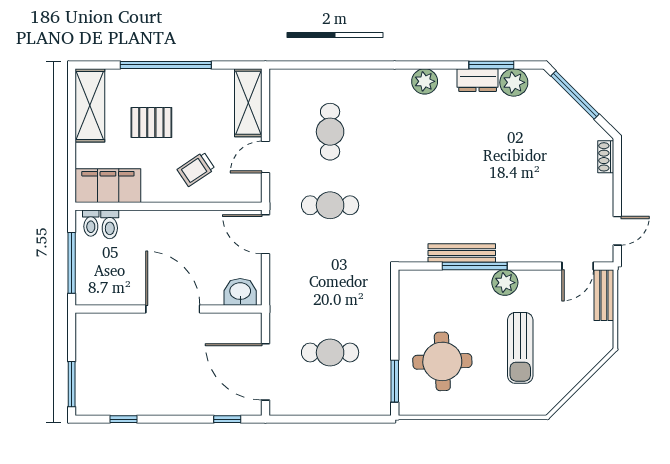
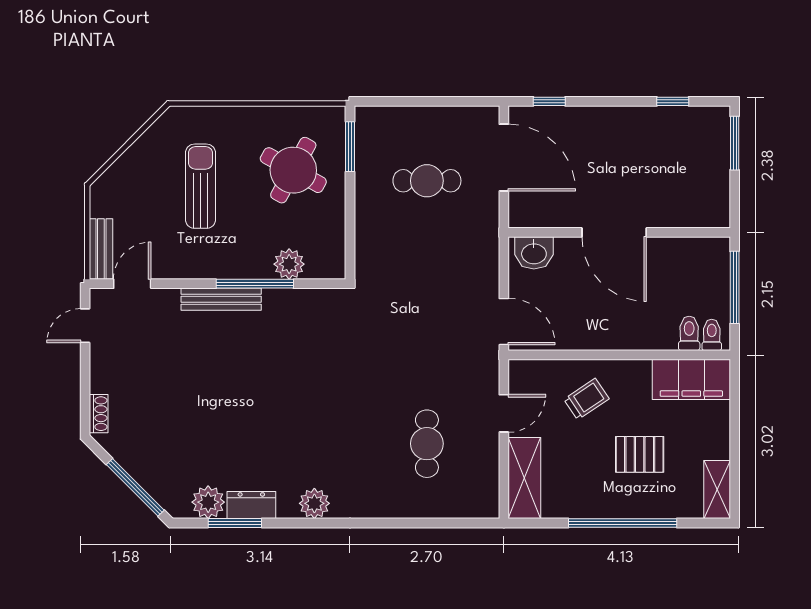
shelving: (90, 105) -> (717, 490), width x0.67, depth x0.75
cafe table: (330, 205) -> (427, 356), removed
bench: (462, 253) -> (221, 299), moved
plant: (505, 283) -> (289, 264), moved
round table: (442, 361) -> (293, 170), turned 31

